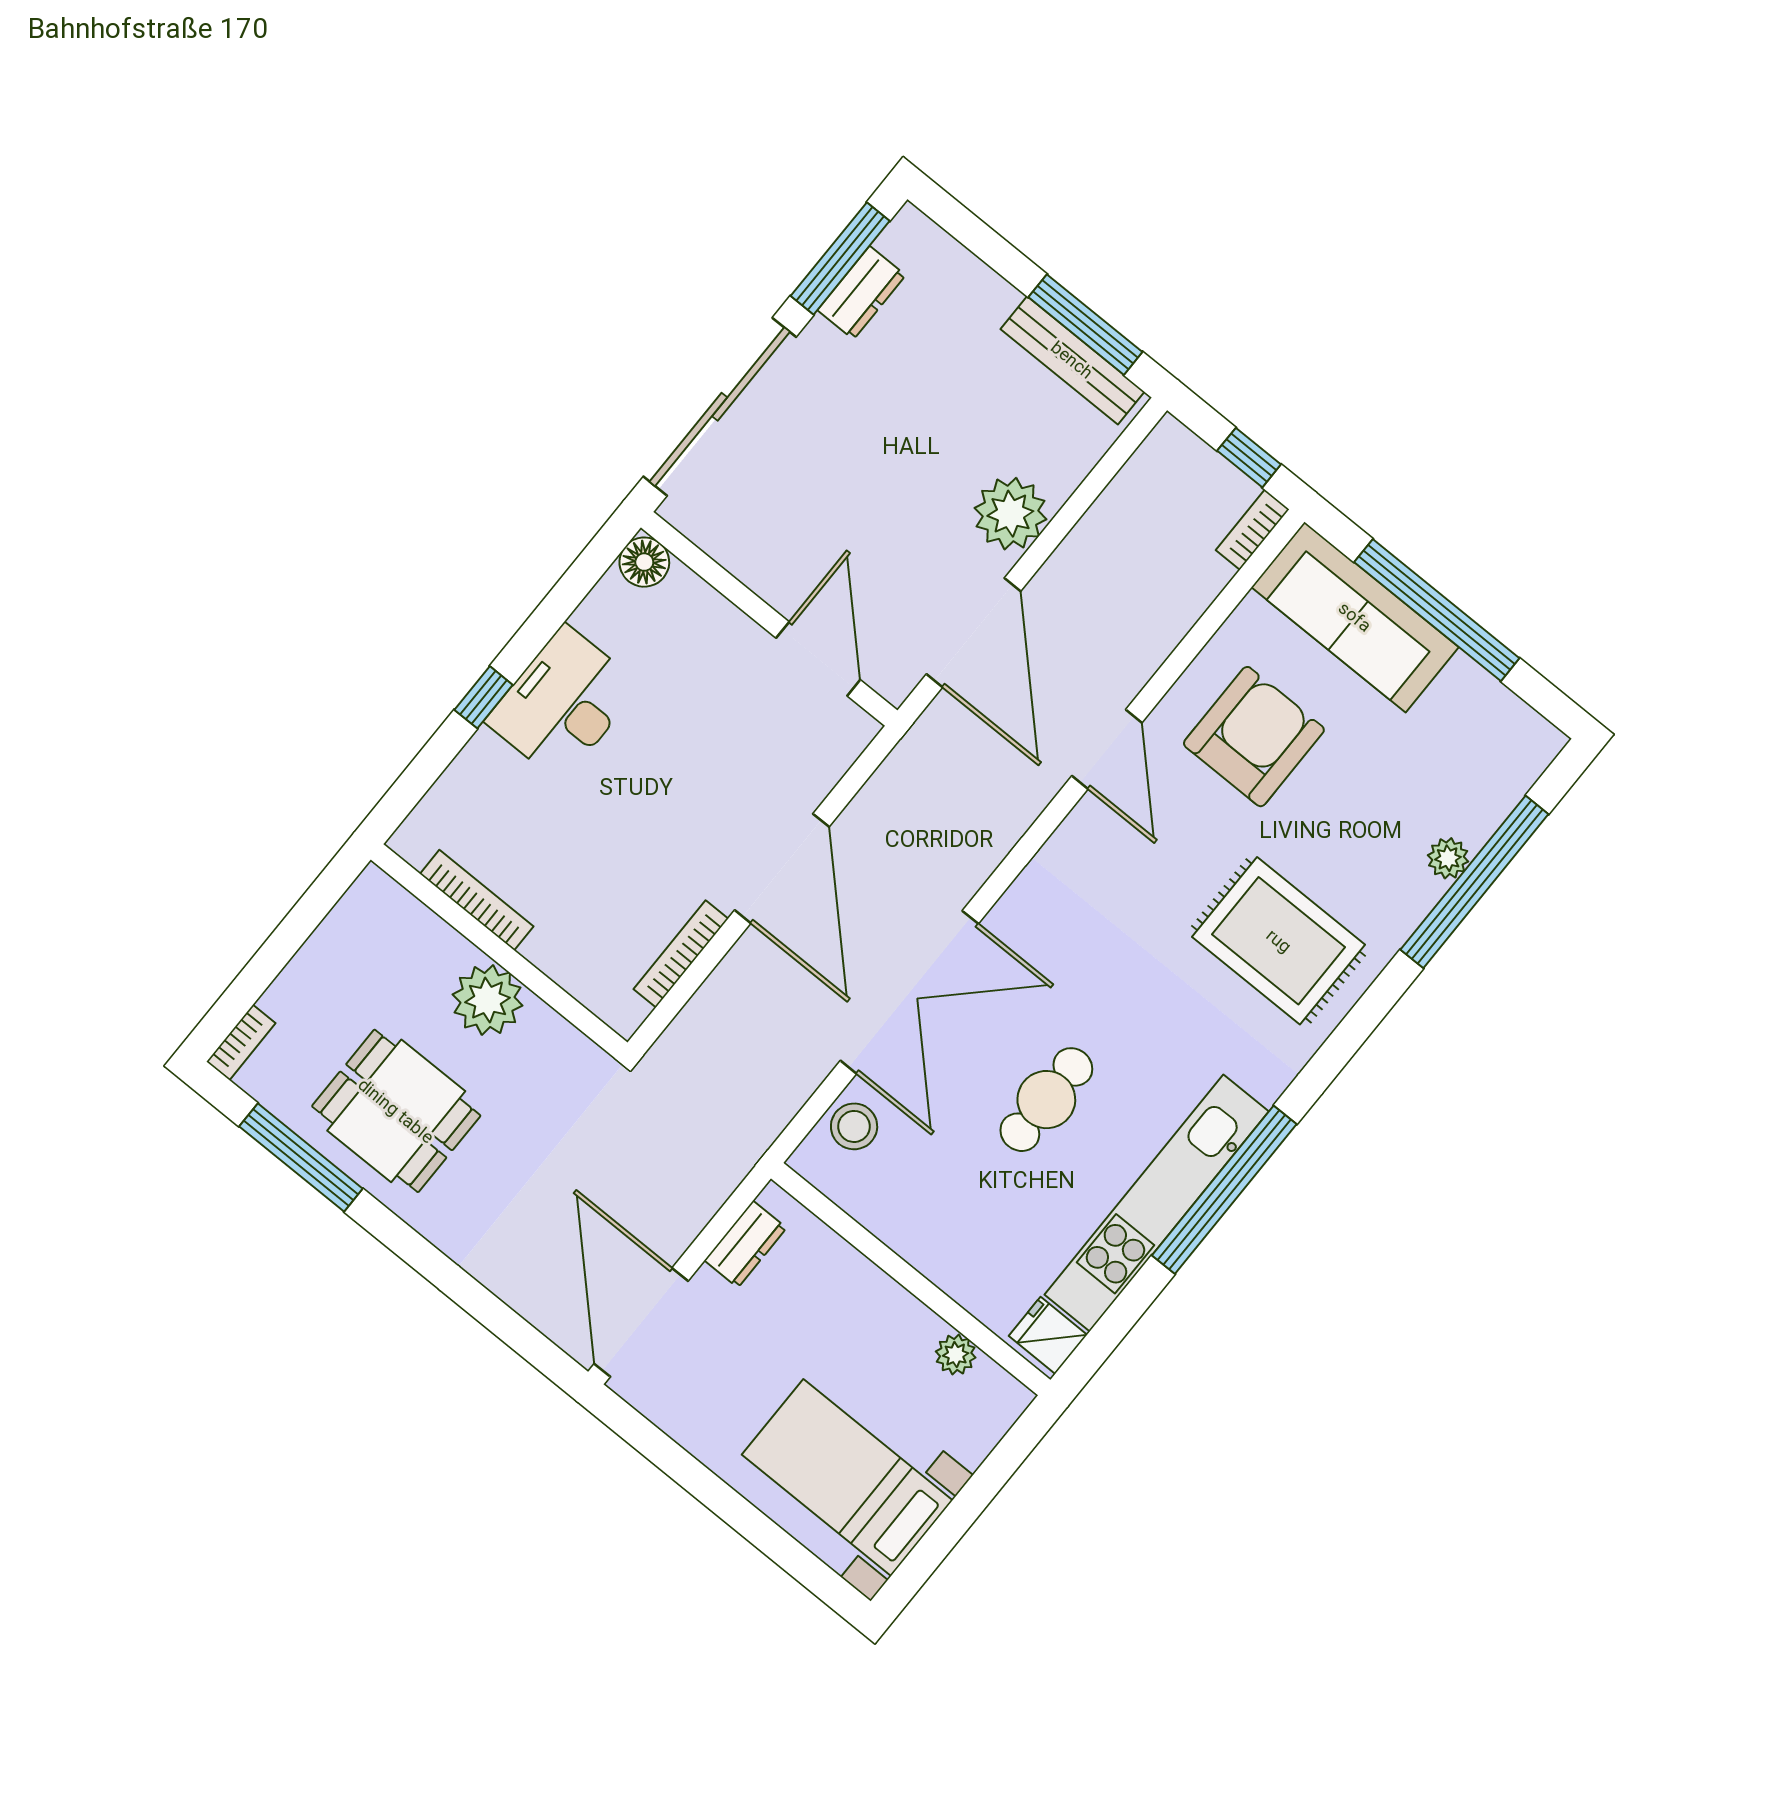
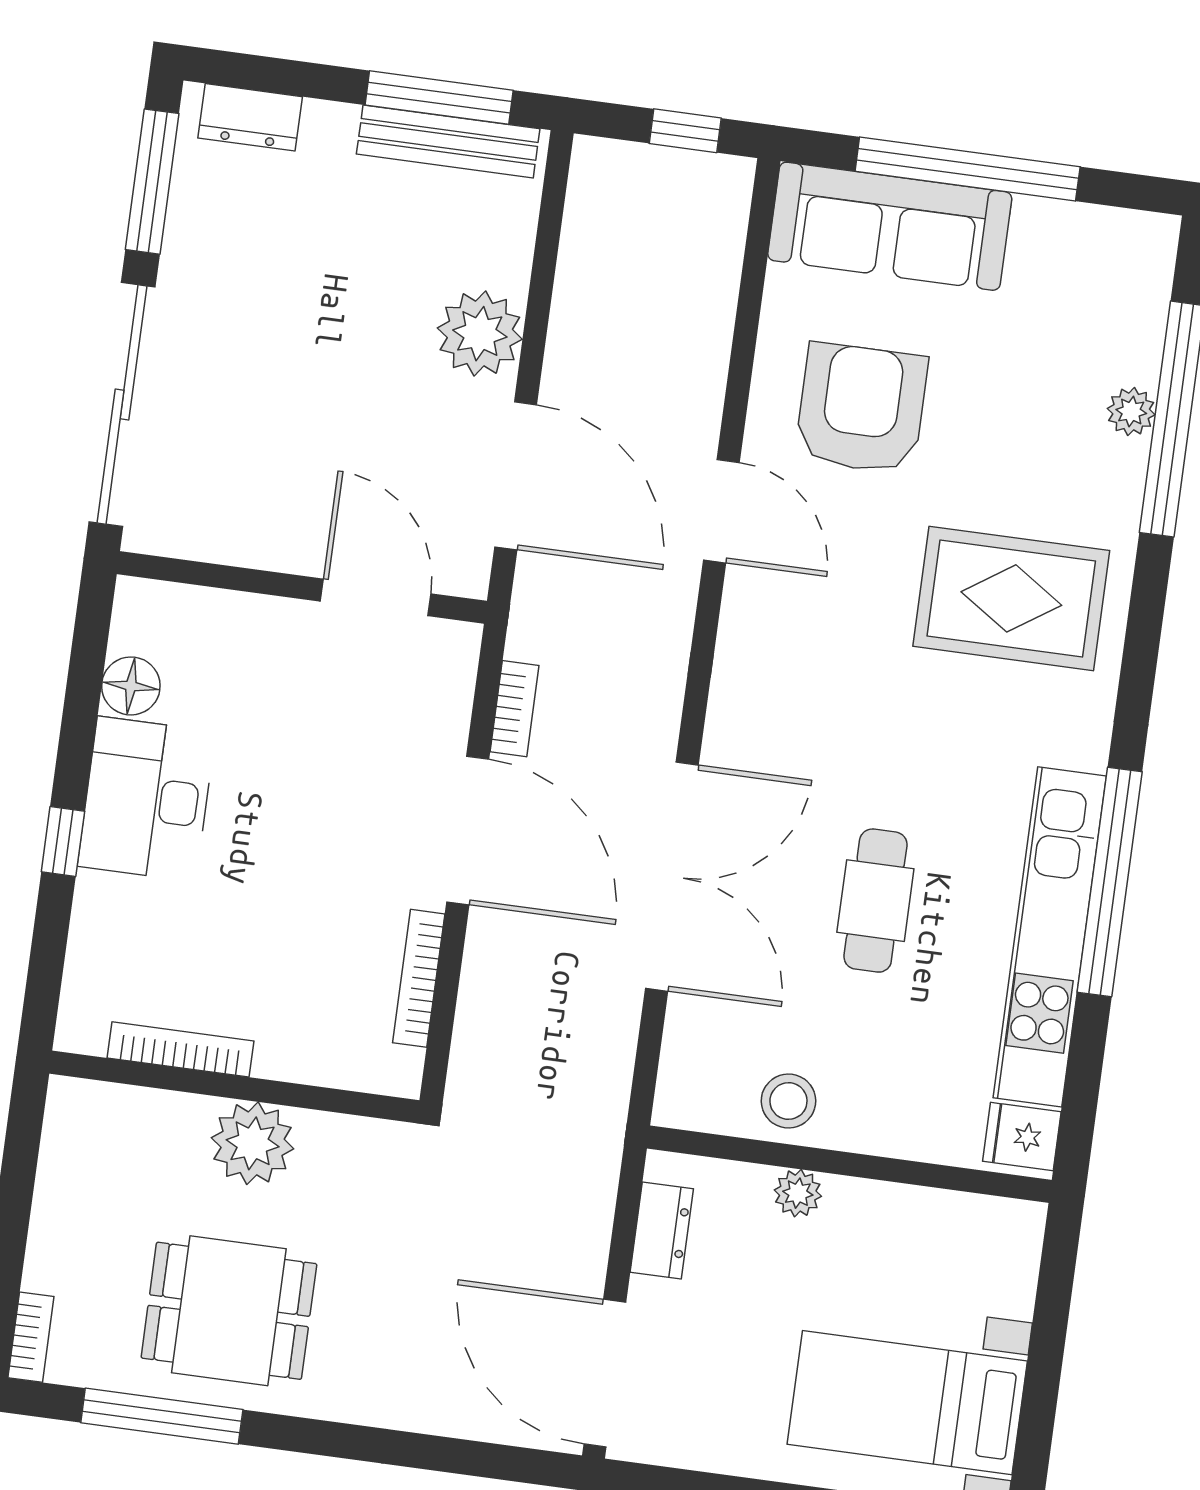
dresser: (862, 293) -> (250, 117), moved, turned 90
bookcase: (1252, 530) -> (515, 709), moved, turned 180
floor lamp: (644, 562) -> (131, 686), moved
stool: (854, 1126) -> (788, 1101), moved
plant: (956, 1355) -> (798, 1193), moved

